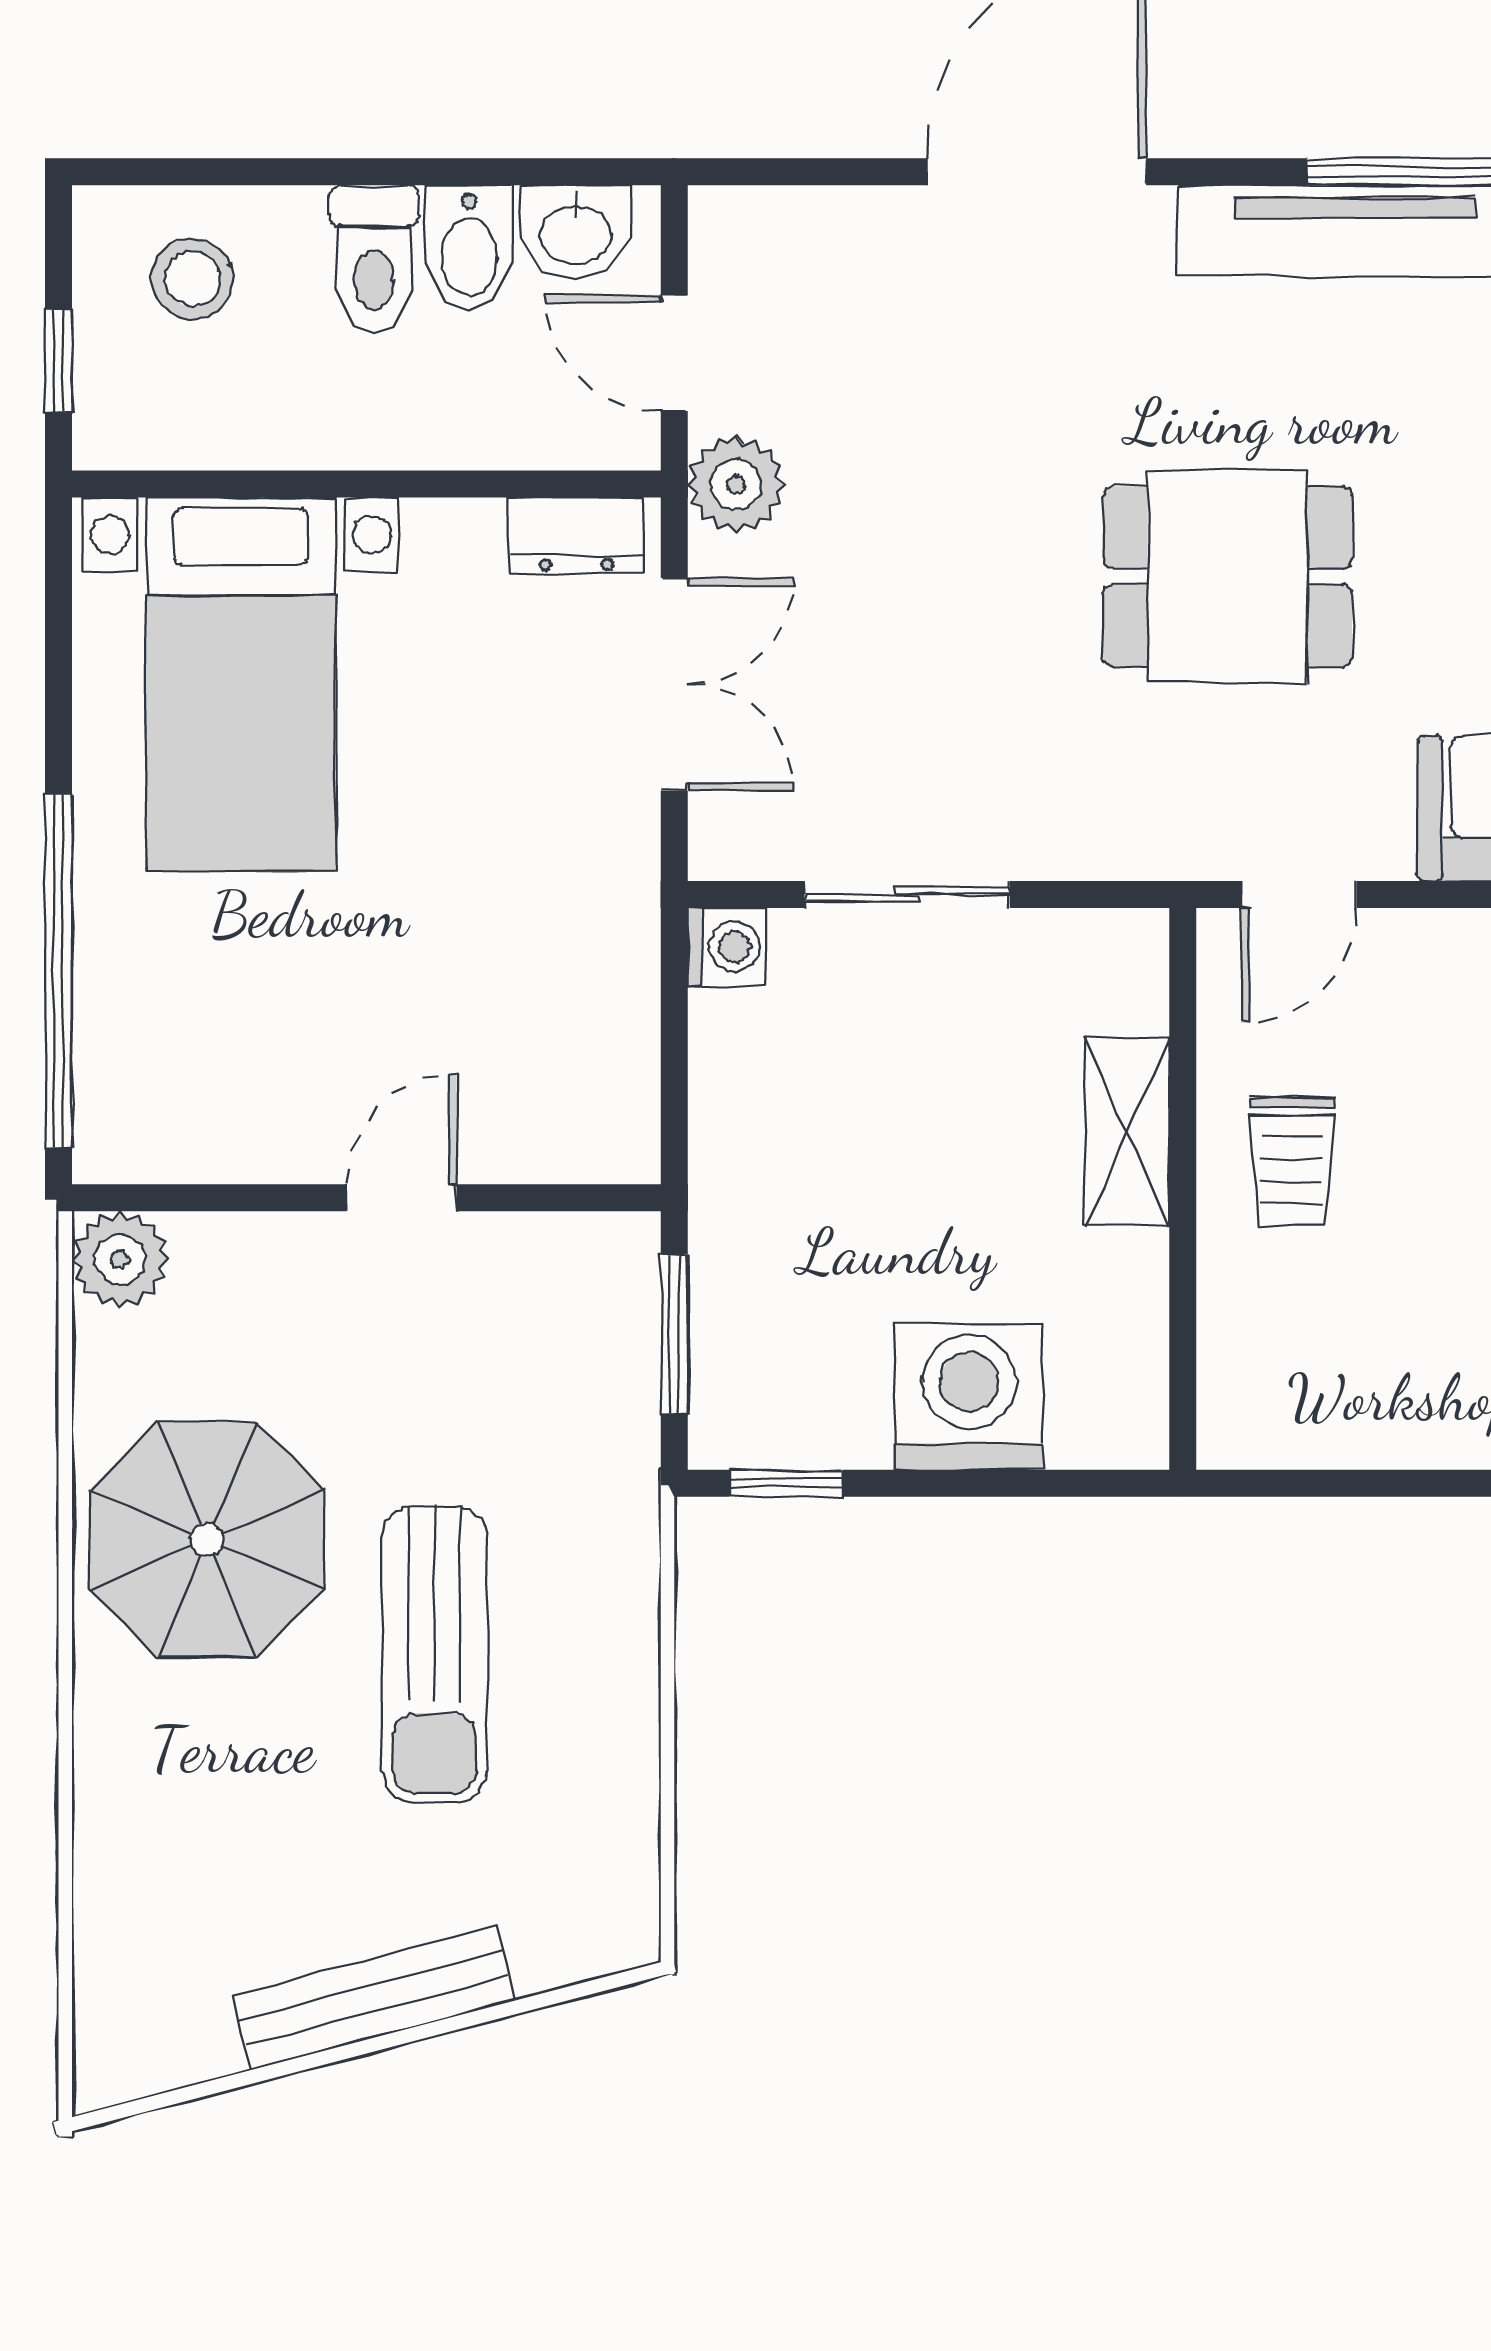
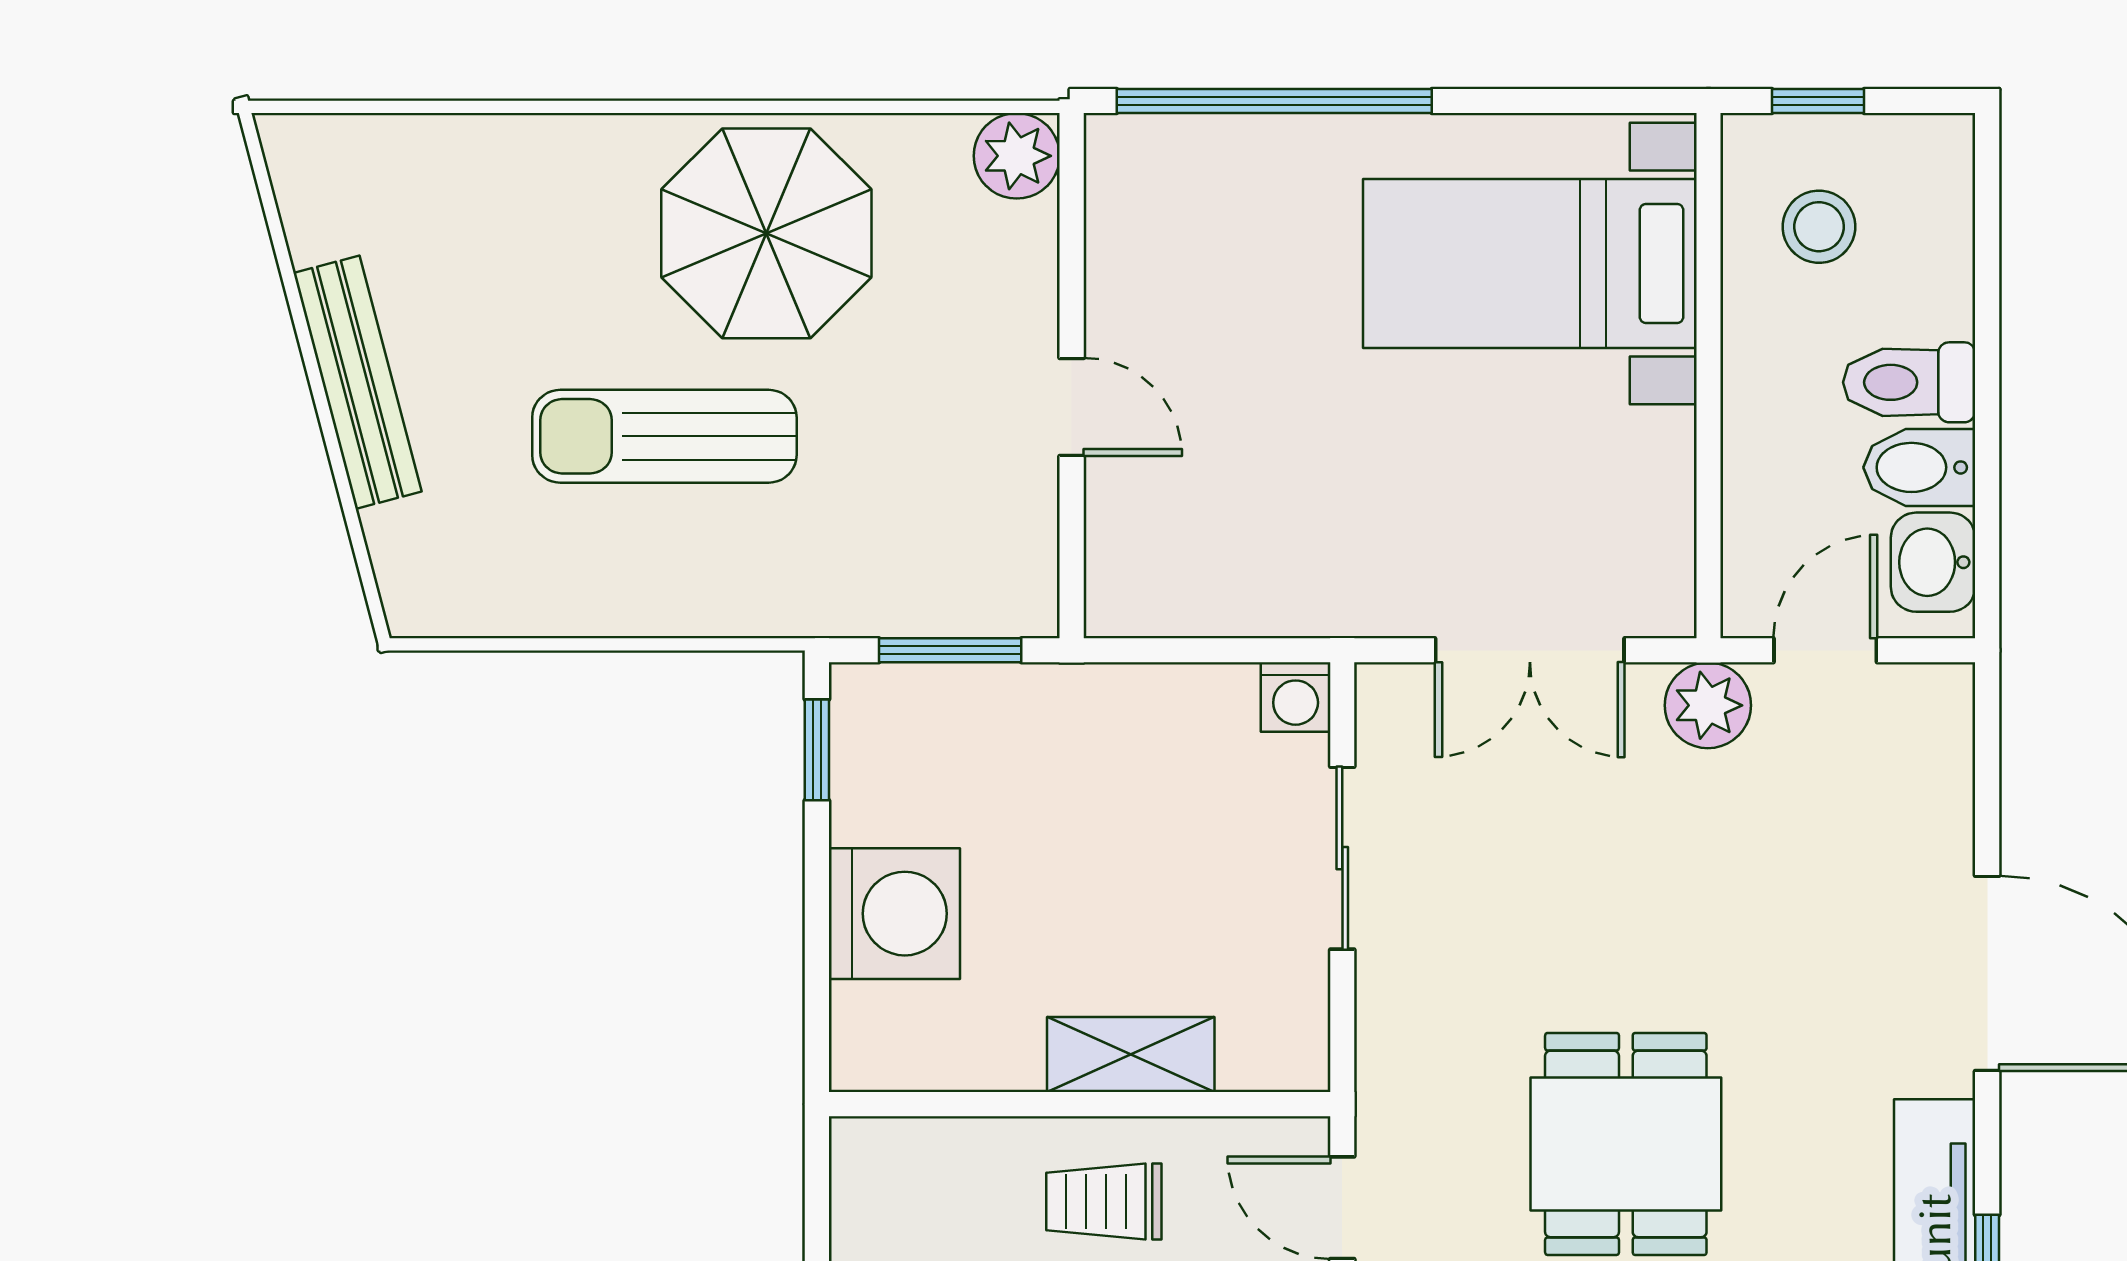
stool: (192, 279) -> (1819, 227), moved
dresser: (576, 535) -> (1663, 563), removed

